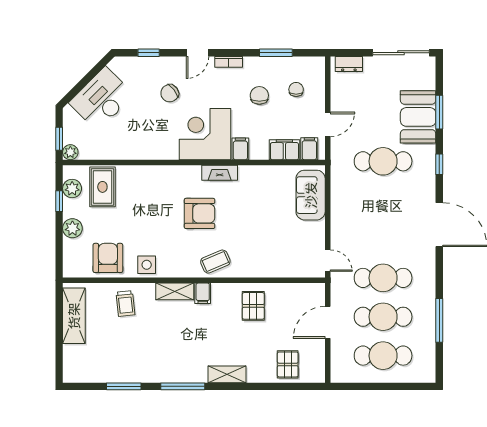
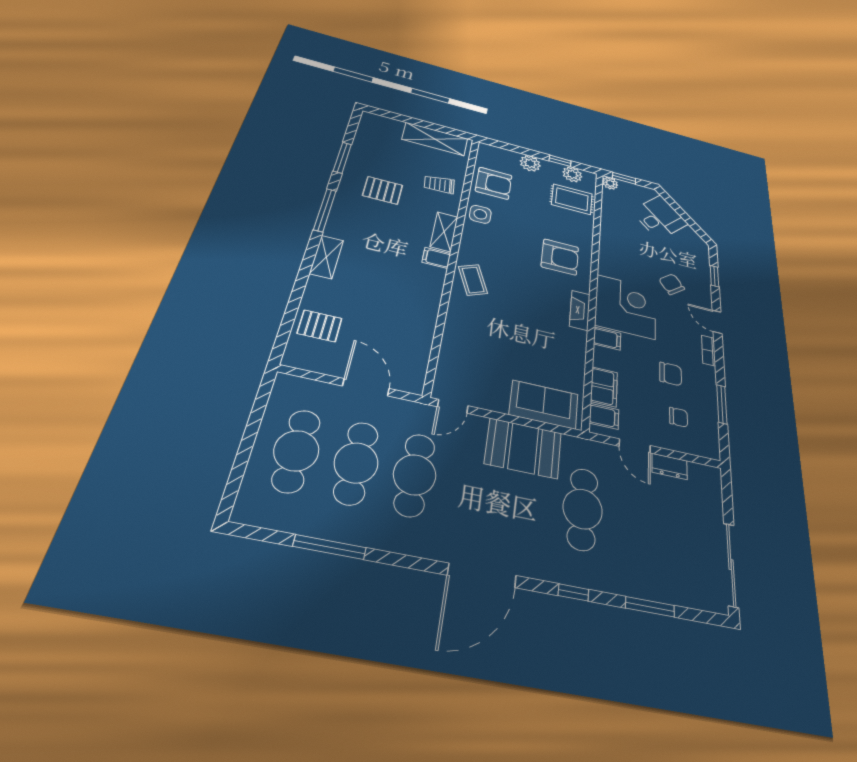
dresser: (349, 64) -> (670, 466), moved, turned -90
desk: (101, 99) -> (660, 217), width x0.73
booth: (418, 117) -> (523, 448), moved
armchair: (200, 213) -> (560, 257), moved, turned -90
pallet: (253, 306) -> (383, 190), moved

